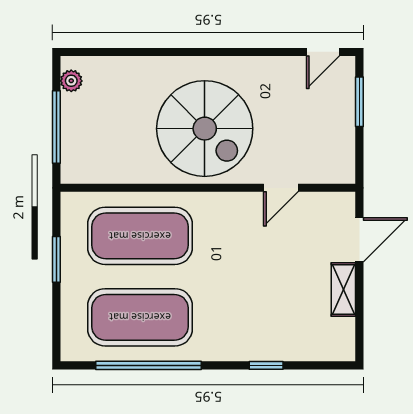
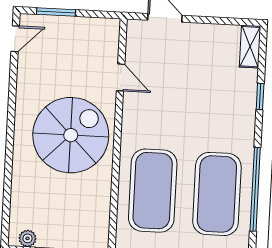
door: (323, 52) -> (15, 39), hinge flipped
shelving: (343, 290) -> (250, 47), moved, turned 90

